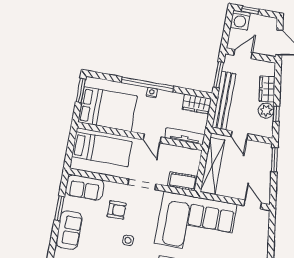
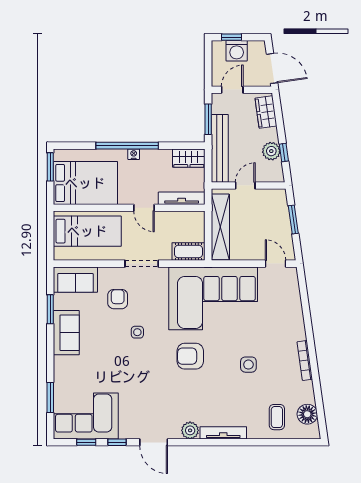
washing machine: (240, 20) -> (237, 51), moved
wardrobe: (267, 89) -> (266, 112), moved
door: (239, 135) -> (245, 185), swing flipped
window: (274, 160) -> (293, 220), moved
armchair: (117, 210) -> (118, 299), turned -90

